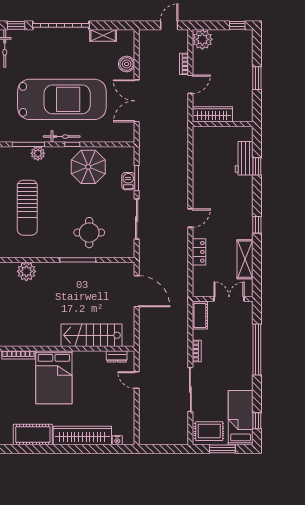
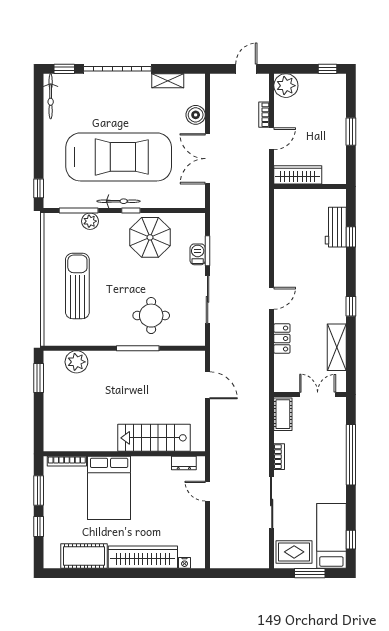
sun lounger: (27, 208) -> (77, 286), turned 180
door: (137, 291) -> (208, 385), width x0.73

